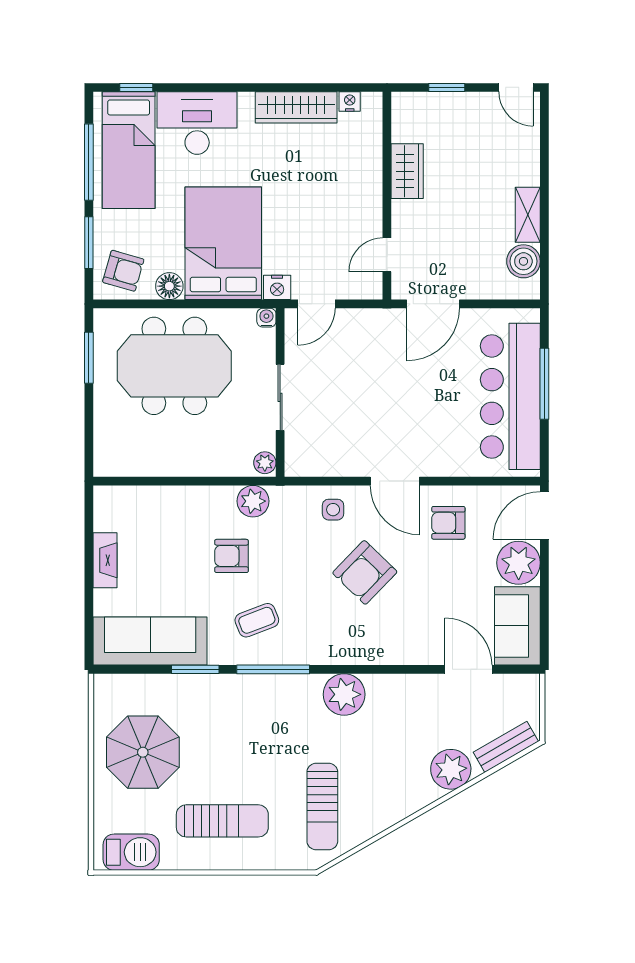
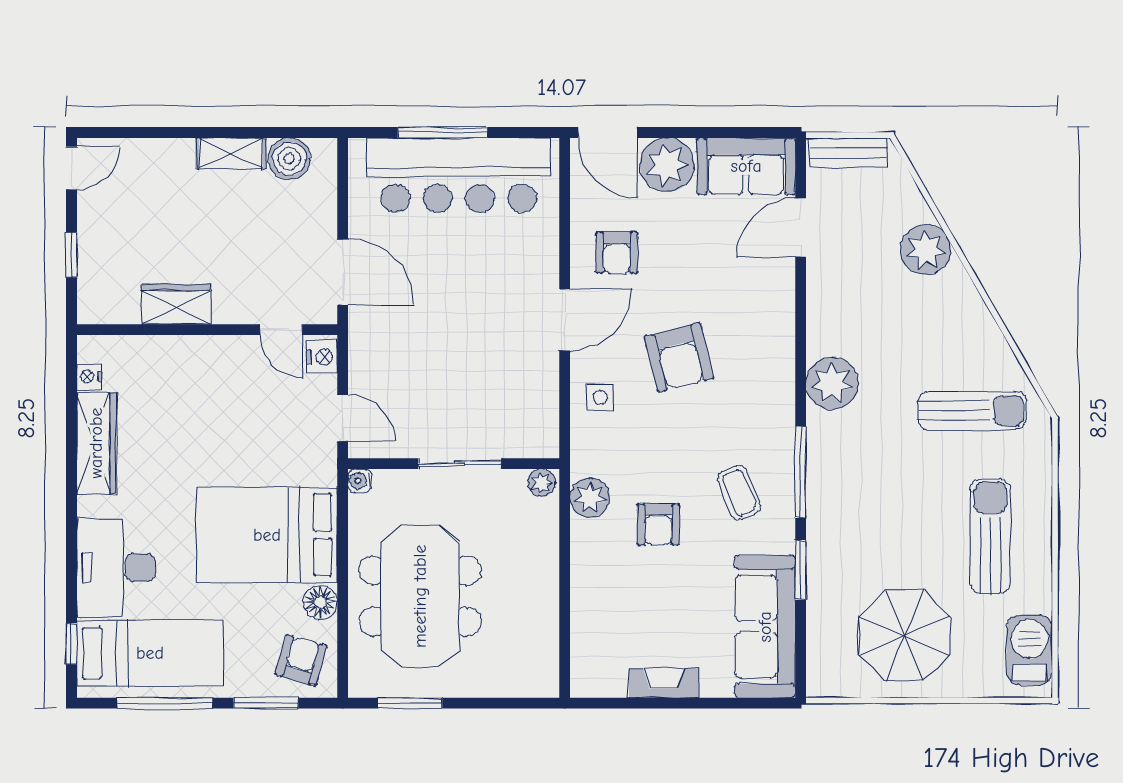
nightstand: (277, 287) -> (322, 357), moved
armchair: (365, 572) -> (679, 357), turned 32
bench: (506, 747) -> (849, 153), moved, turned -60

